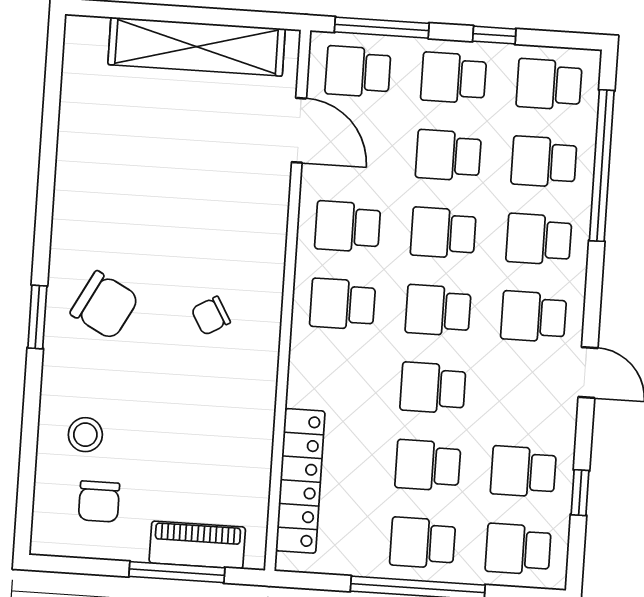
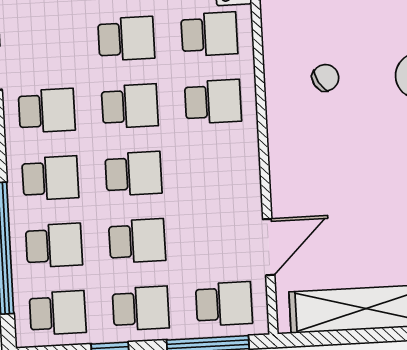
door: (299, 130) -> (269, 247), swing flipped
school desk: (348, 227) -> (209, 34), moved

